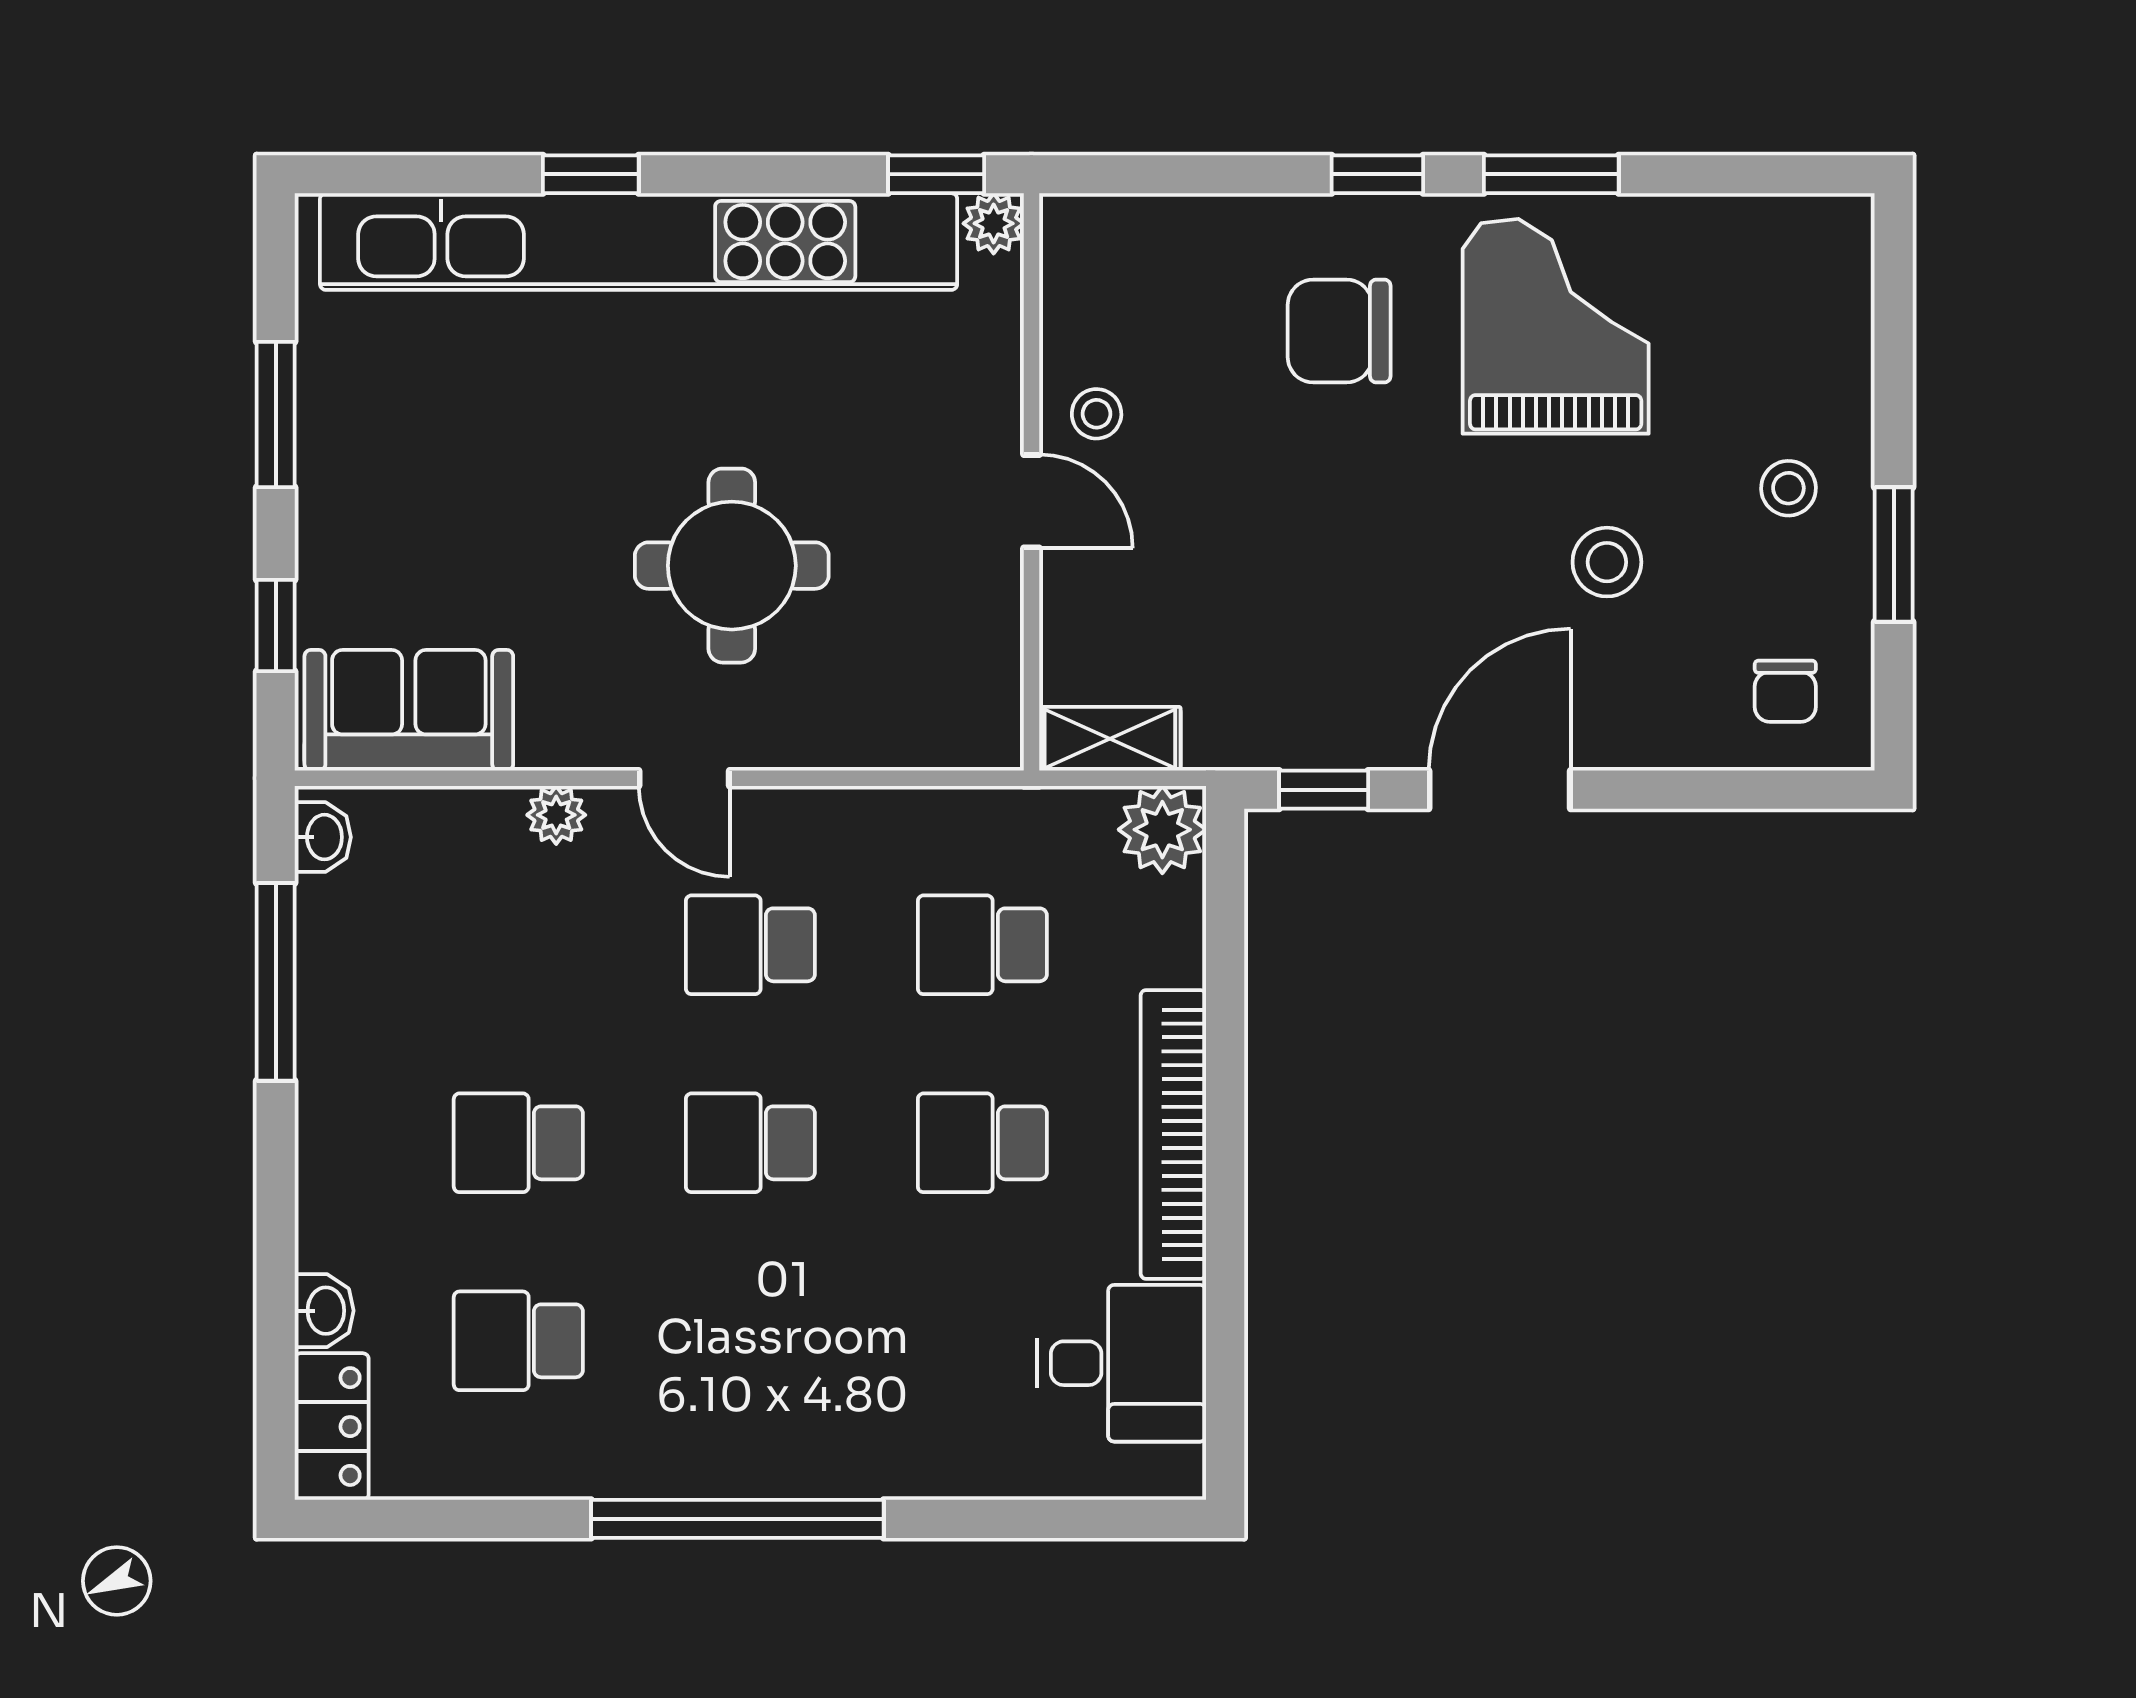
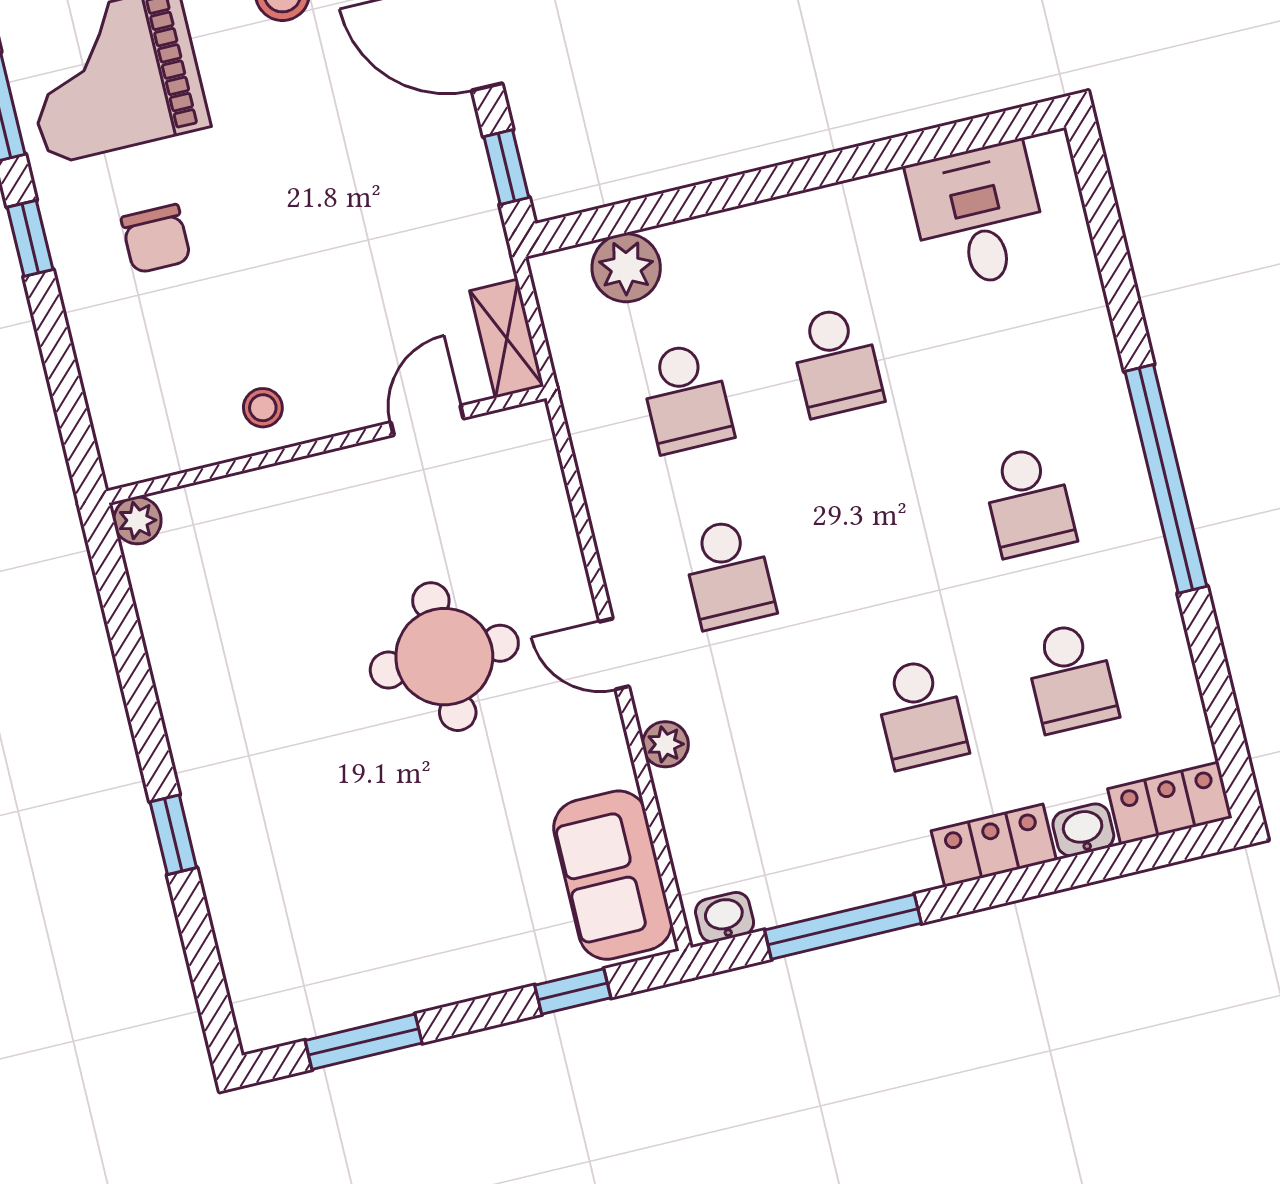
window: (936, 174) -> (110, 573), removed
kitchen unit: (639, 242) -> (216, 786), removed
chair: (1339, 331) -> (156, 239), width x0.73, depth x0.73
window: (276, 415) -> (364, 1042), moved
door: (1031, 501) -> (427, 420), moved
door: (684, 778) -> (614, 654), swing flipped
plant: (1162, 830) -> (626, 268), moved
bookcase: (1173, 1134) -> (795, 218), removed
school desk: (750, 1143) -> (1029, 501), moved
locker: (332, 1194) -> (994, 845), added

